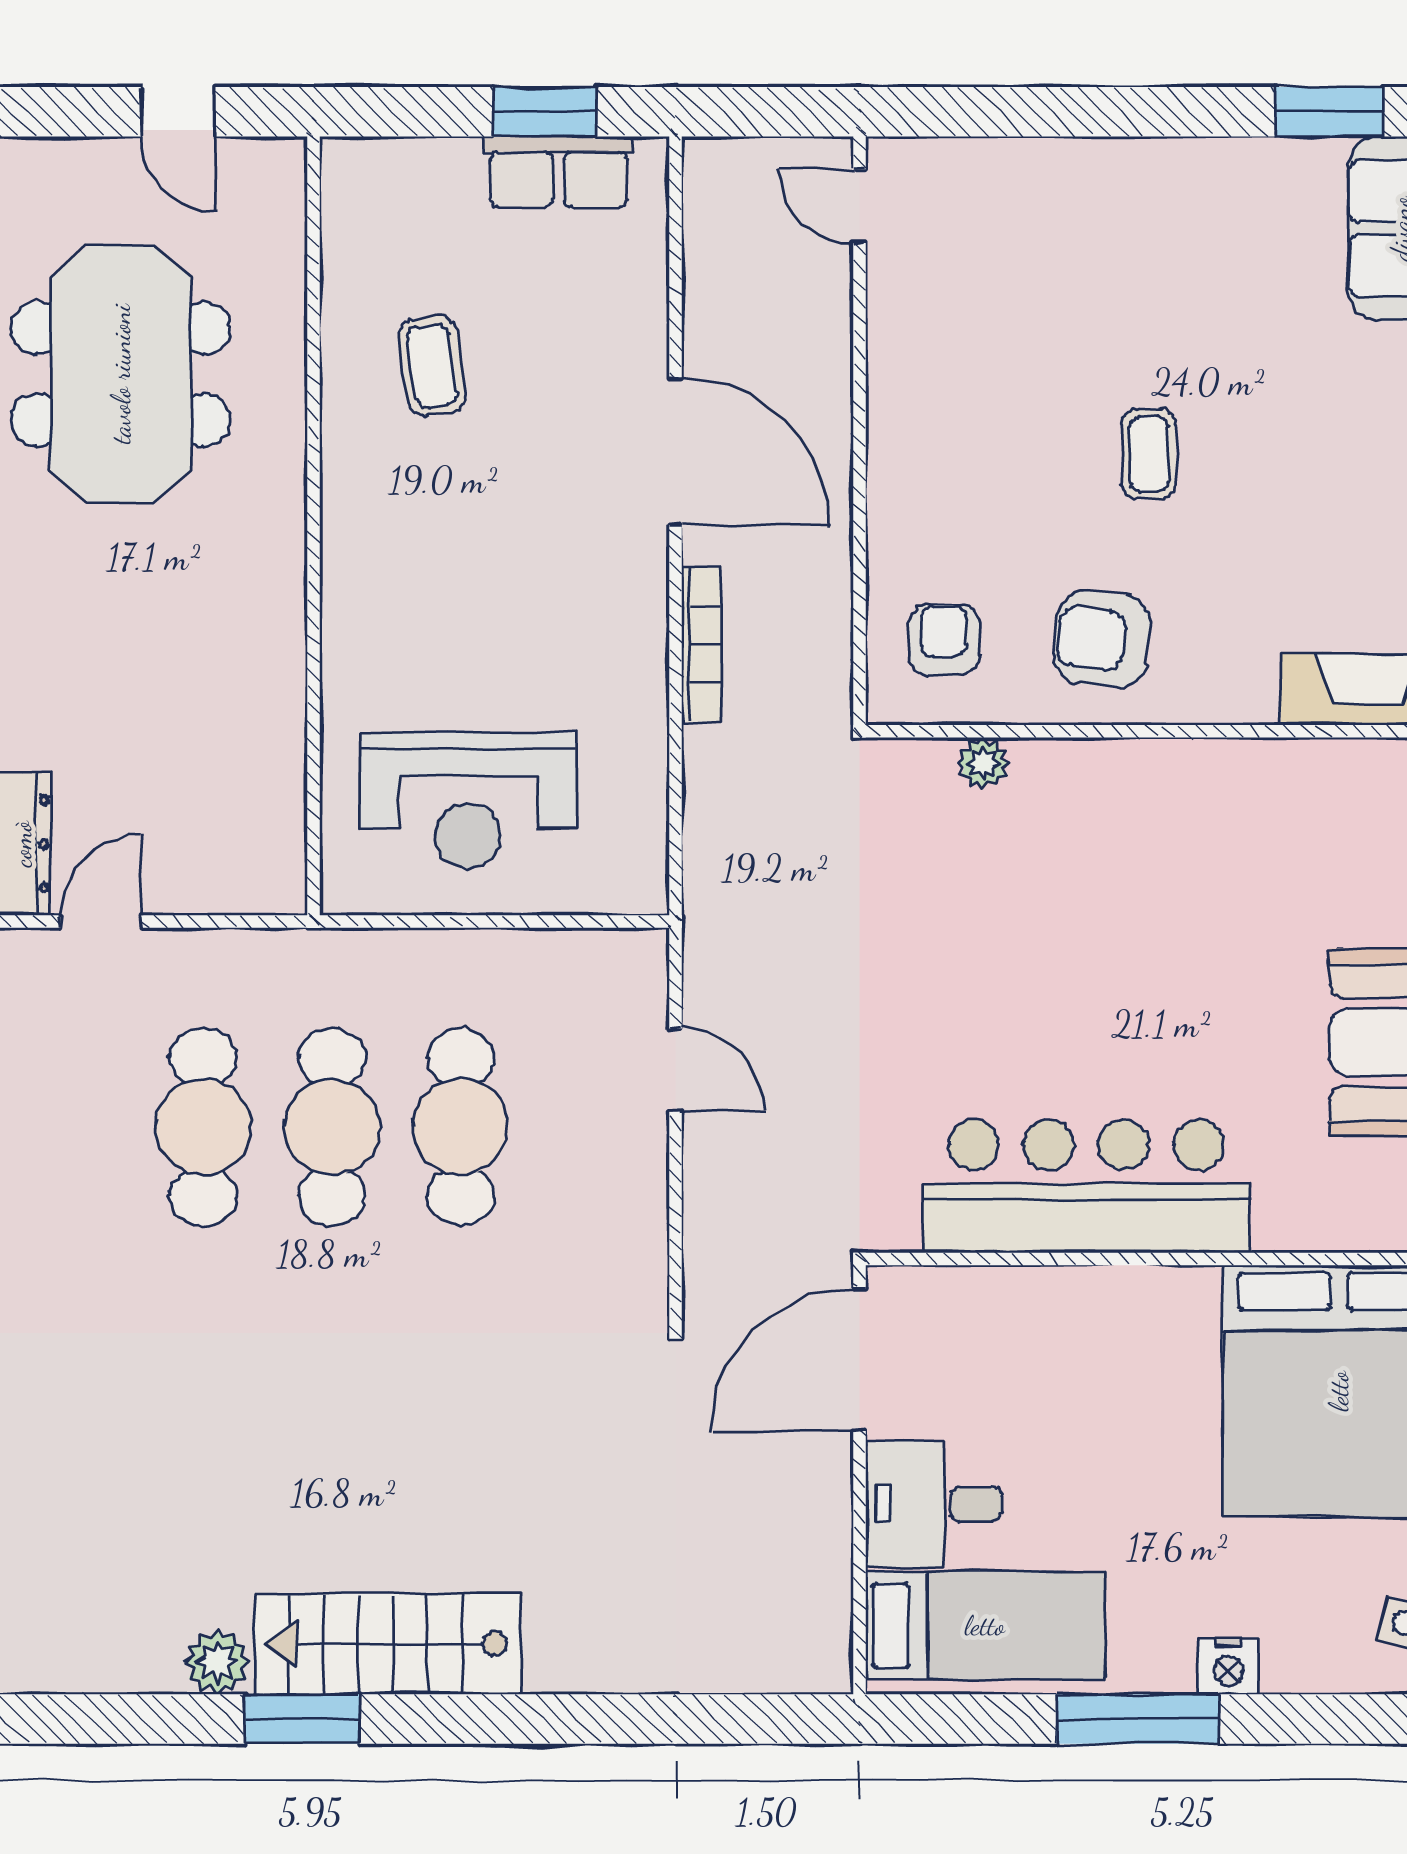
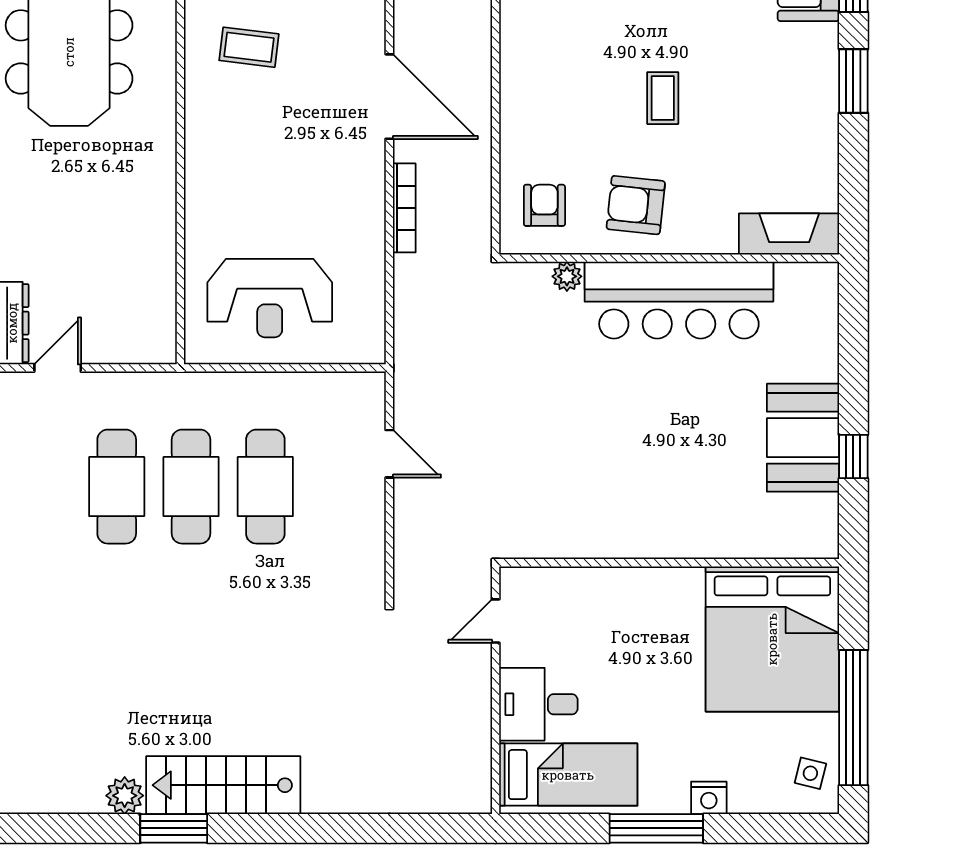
coffee table: (432, 366) -> (249, 47), turned -74
bar counter: (1086, 1186) -> (679, 300), moved, turned 180
door: (859, 1360) -> (496, 621), width x0.53

